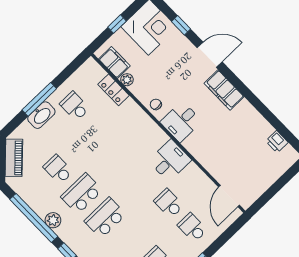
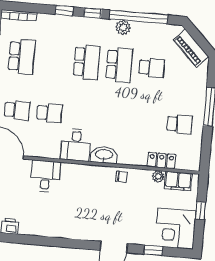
filing cabinet: (224, 90) -> (81, 230), removed
washbasin: (41, 115) -> (104, 155), moved, turned 90
desk: (181, 122) -> (45, 176), moved

